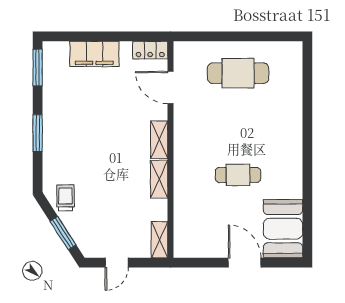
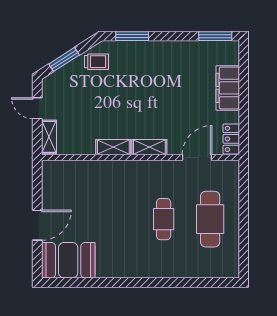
window: (38, 133) -> (132, 36), moved
cafe table: (238, 175) -> (164, 219), moved
shelving: (160, 240) -> (49, 137), moved, turned 90

